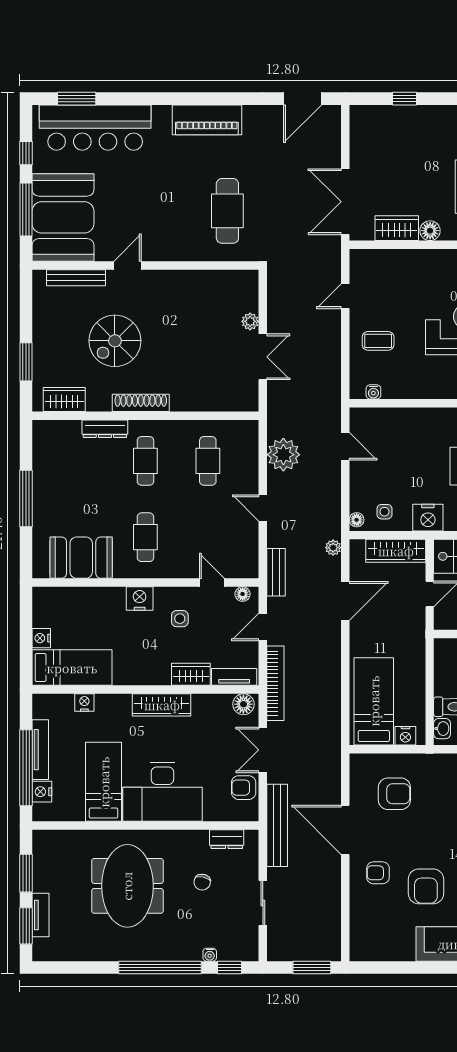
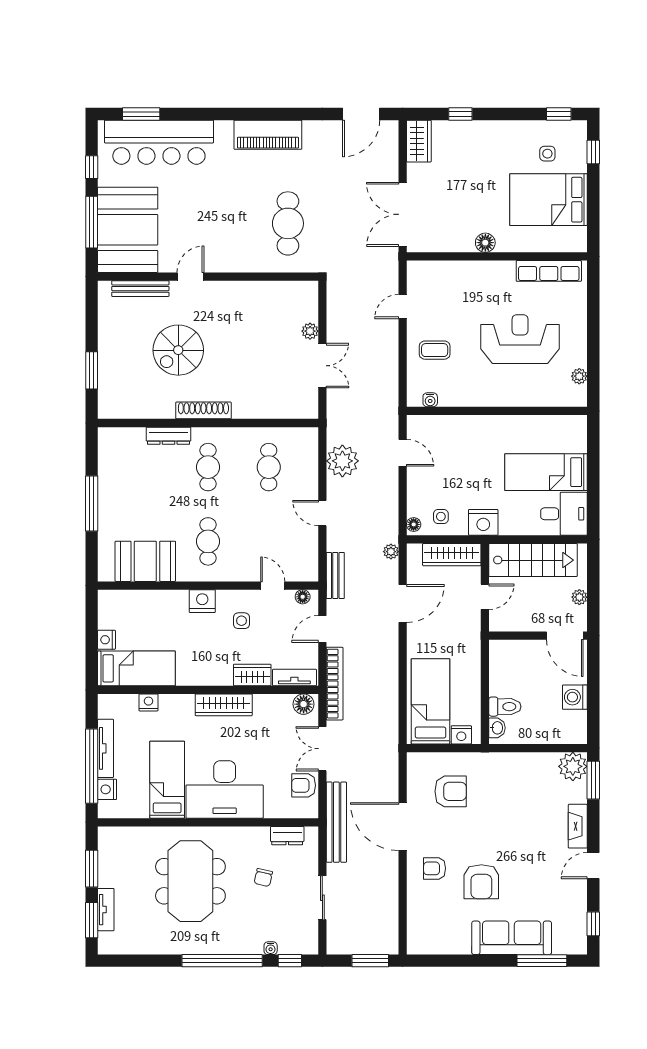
wardrobe: (397, 228) -> (419, 141), moved, turned 90
wardrobe: (64, 399) -> (129, 407), removed

